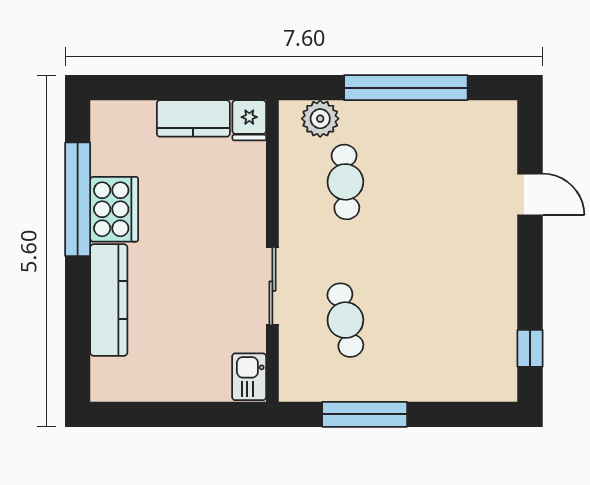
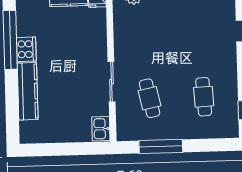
cafe table: (345, 182) -> (204, 97), moved
cooker: (114, 209) -> (26, 49), width x0.73, depth x0.76

